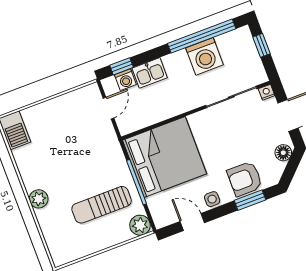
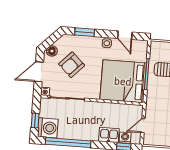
washing machine: (205, 56) -> (48, 128), moved, turned 90
armchair: (245, 179) -> (72, 65), moved, turned 134
plant: (140, 225) -> (157, 48), removed

